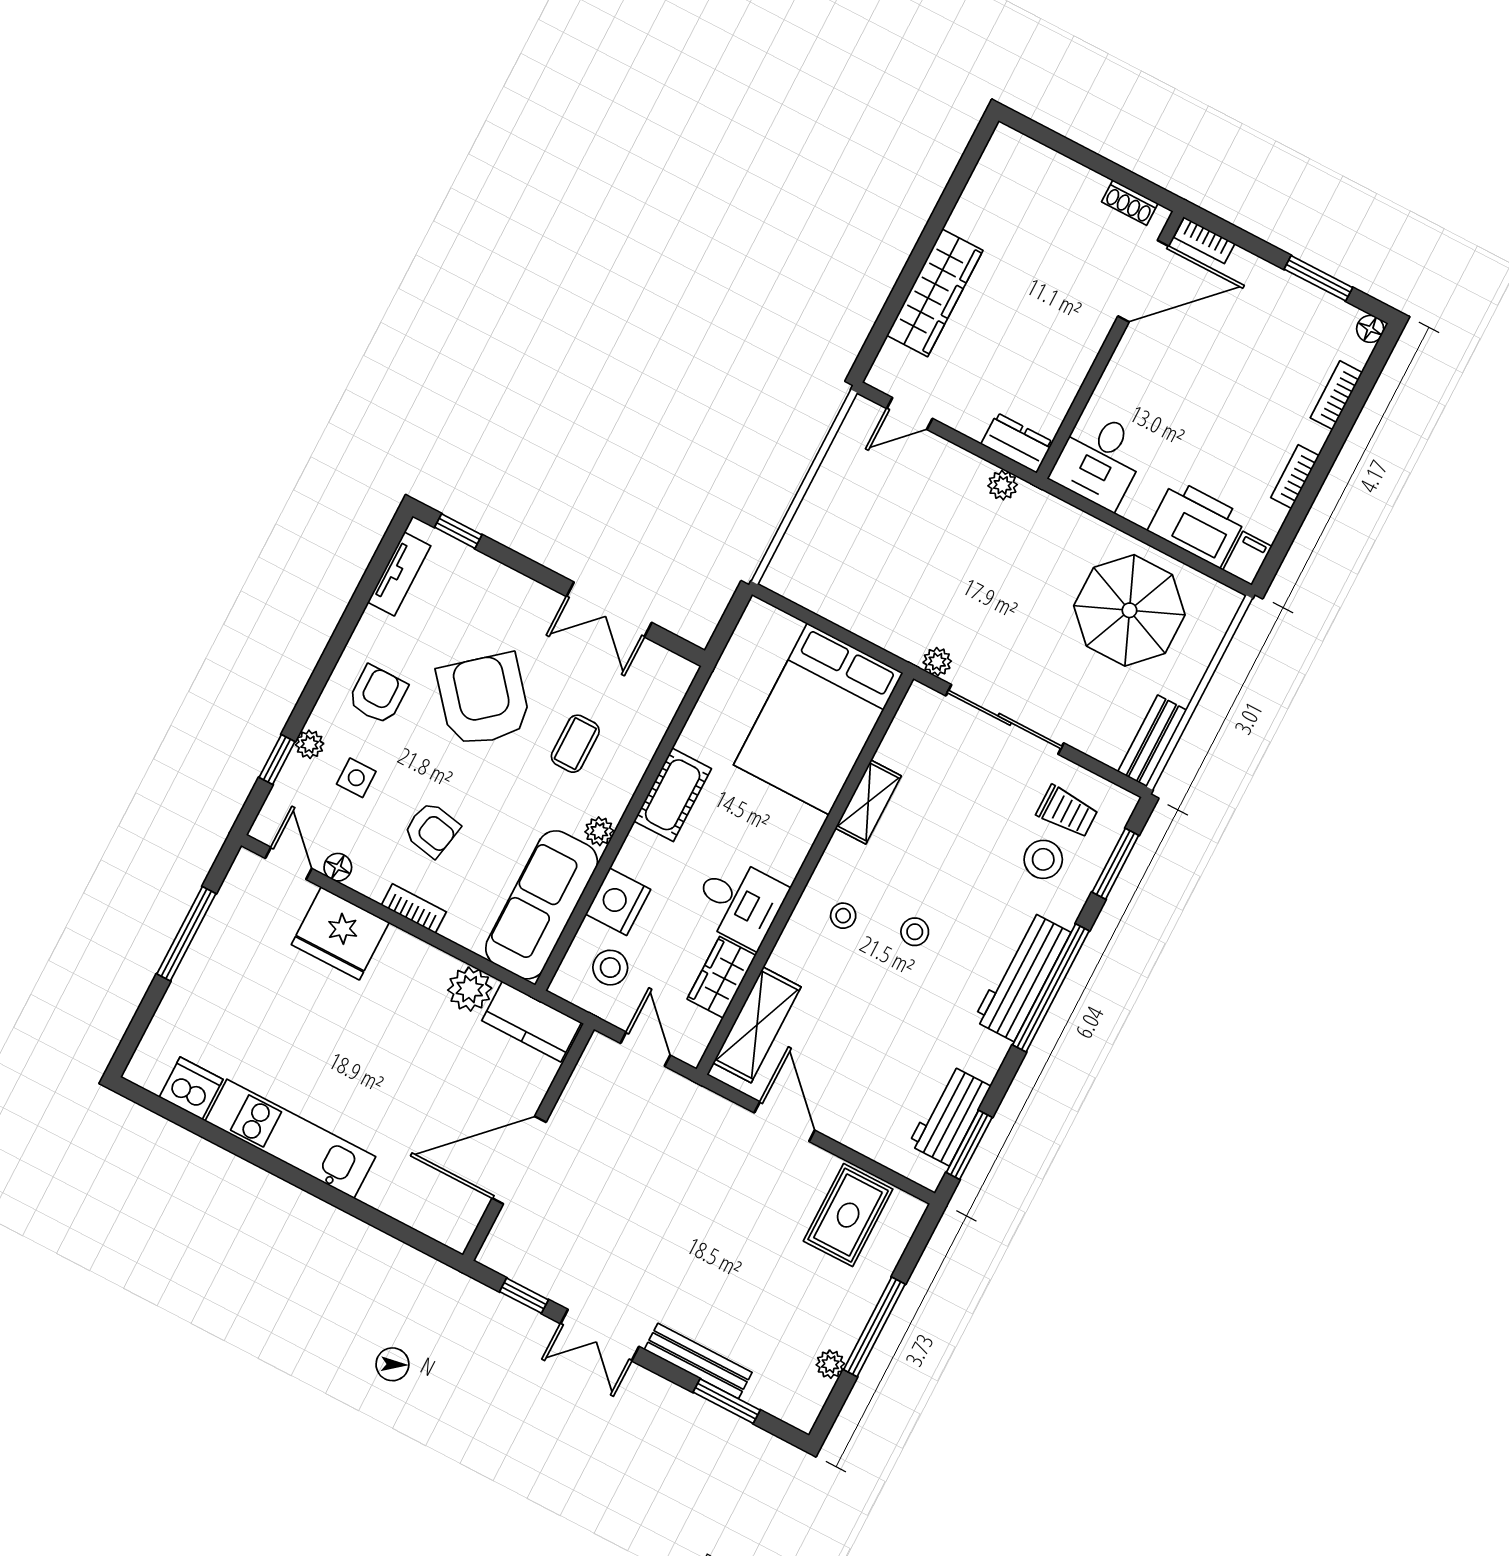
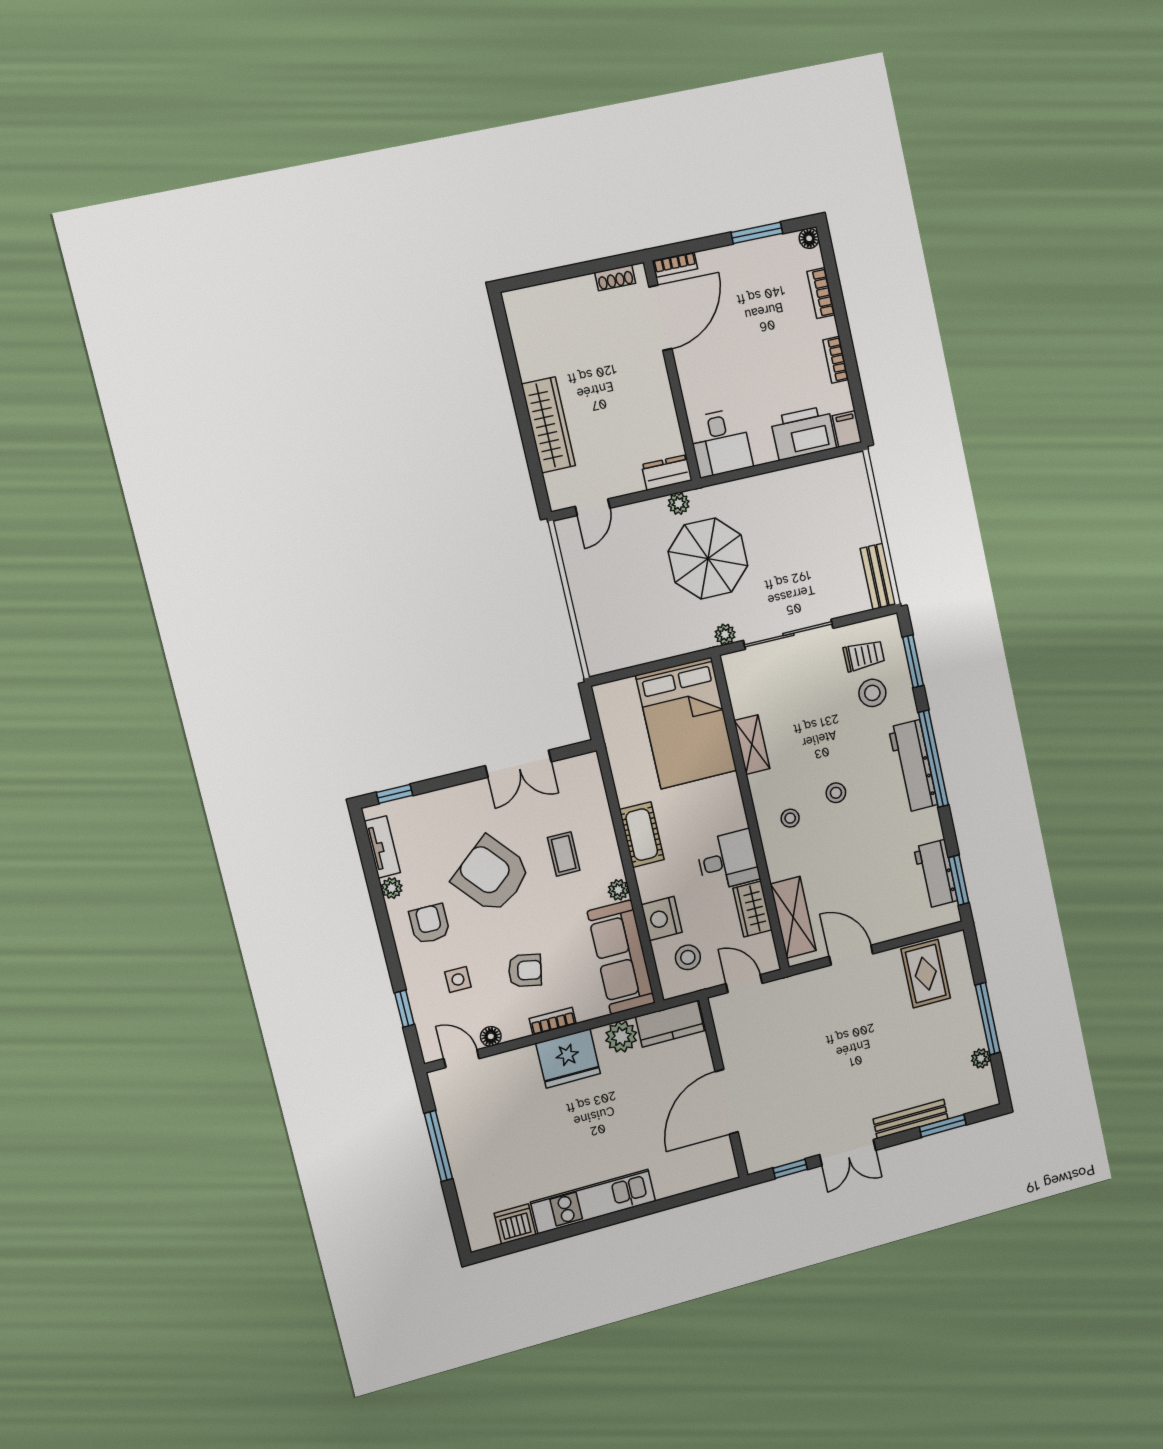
parasol: (1129, 610) -> (708, 559), moved
plant: (310, 744) -> (392, 888), moved
fridge: (340, 933) -> (568, 1058), moved

